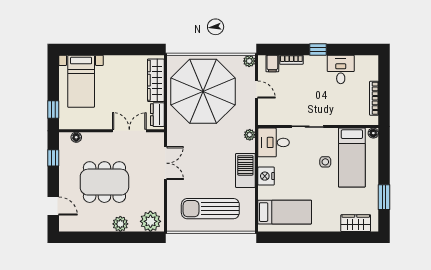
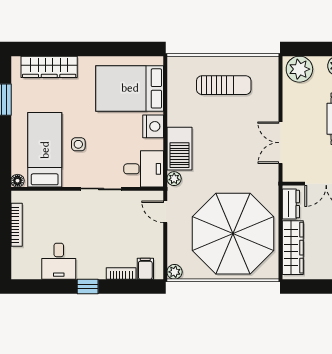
door: (257, 90) -> (165, 212), moved
barbecue: (245, 170) -> (179, 149), moved
sun lounger: (210, 209) -> (224, 85), width x0.73, depth x0.75
bed: (285, 212) -> (130, 88), width x1.50
wardrobe: (356, 223) -> (49, 67), width x1.50

